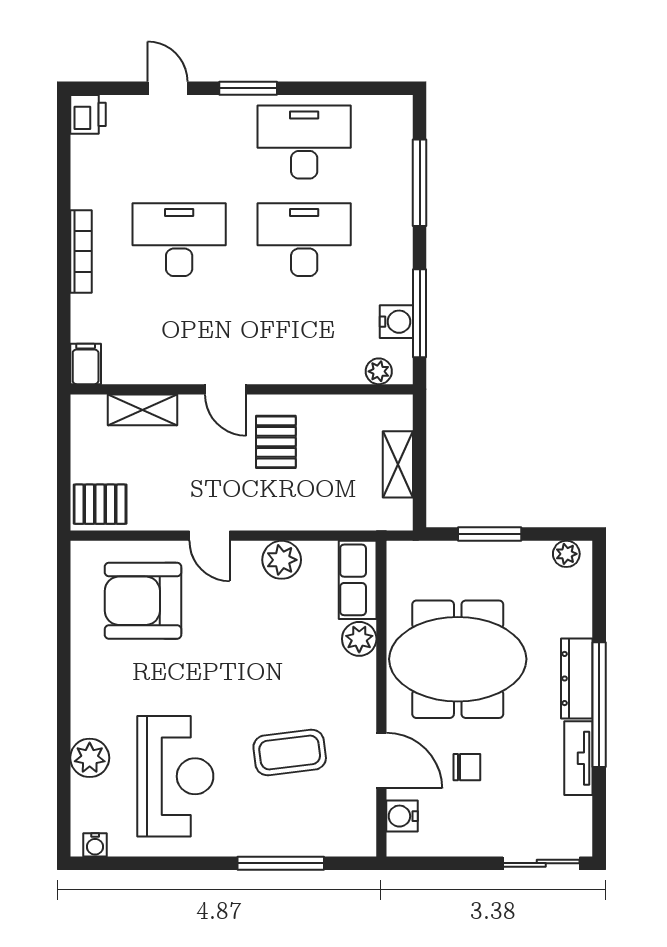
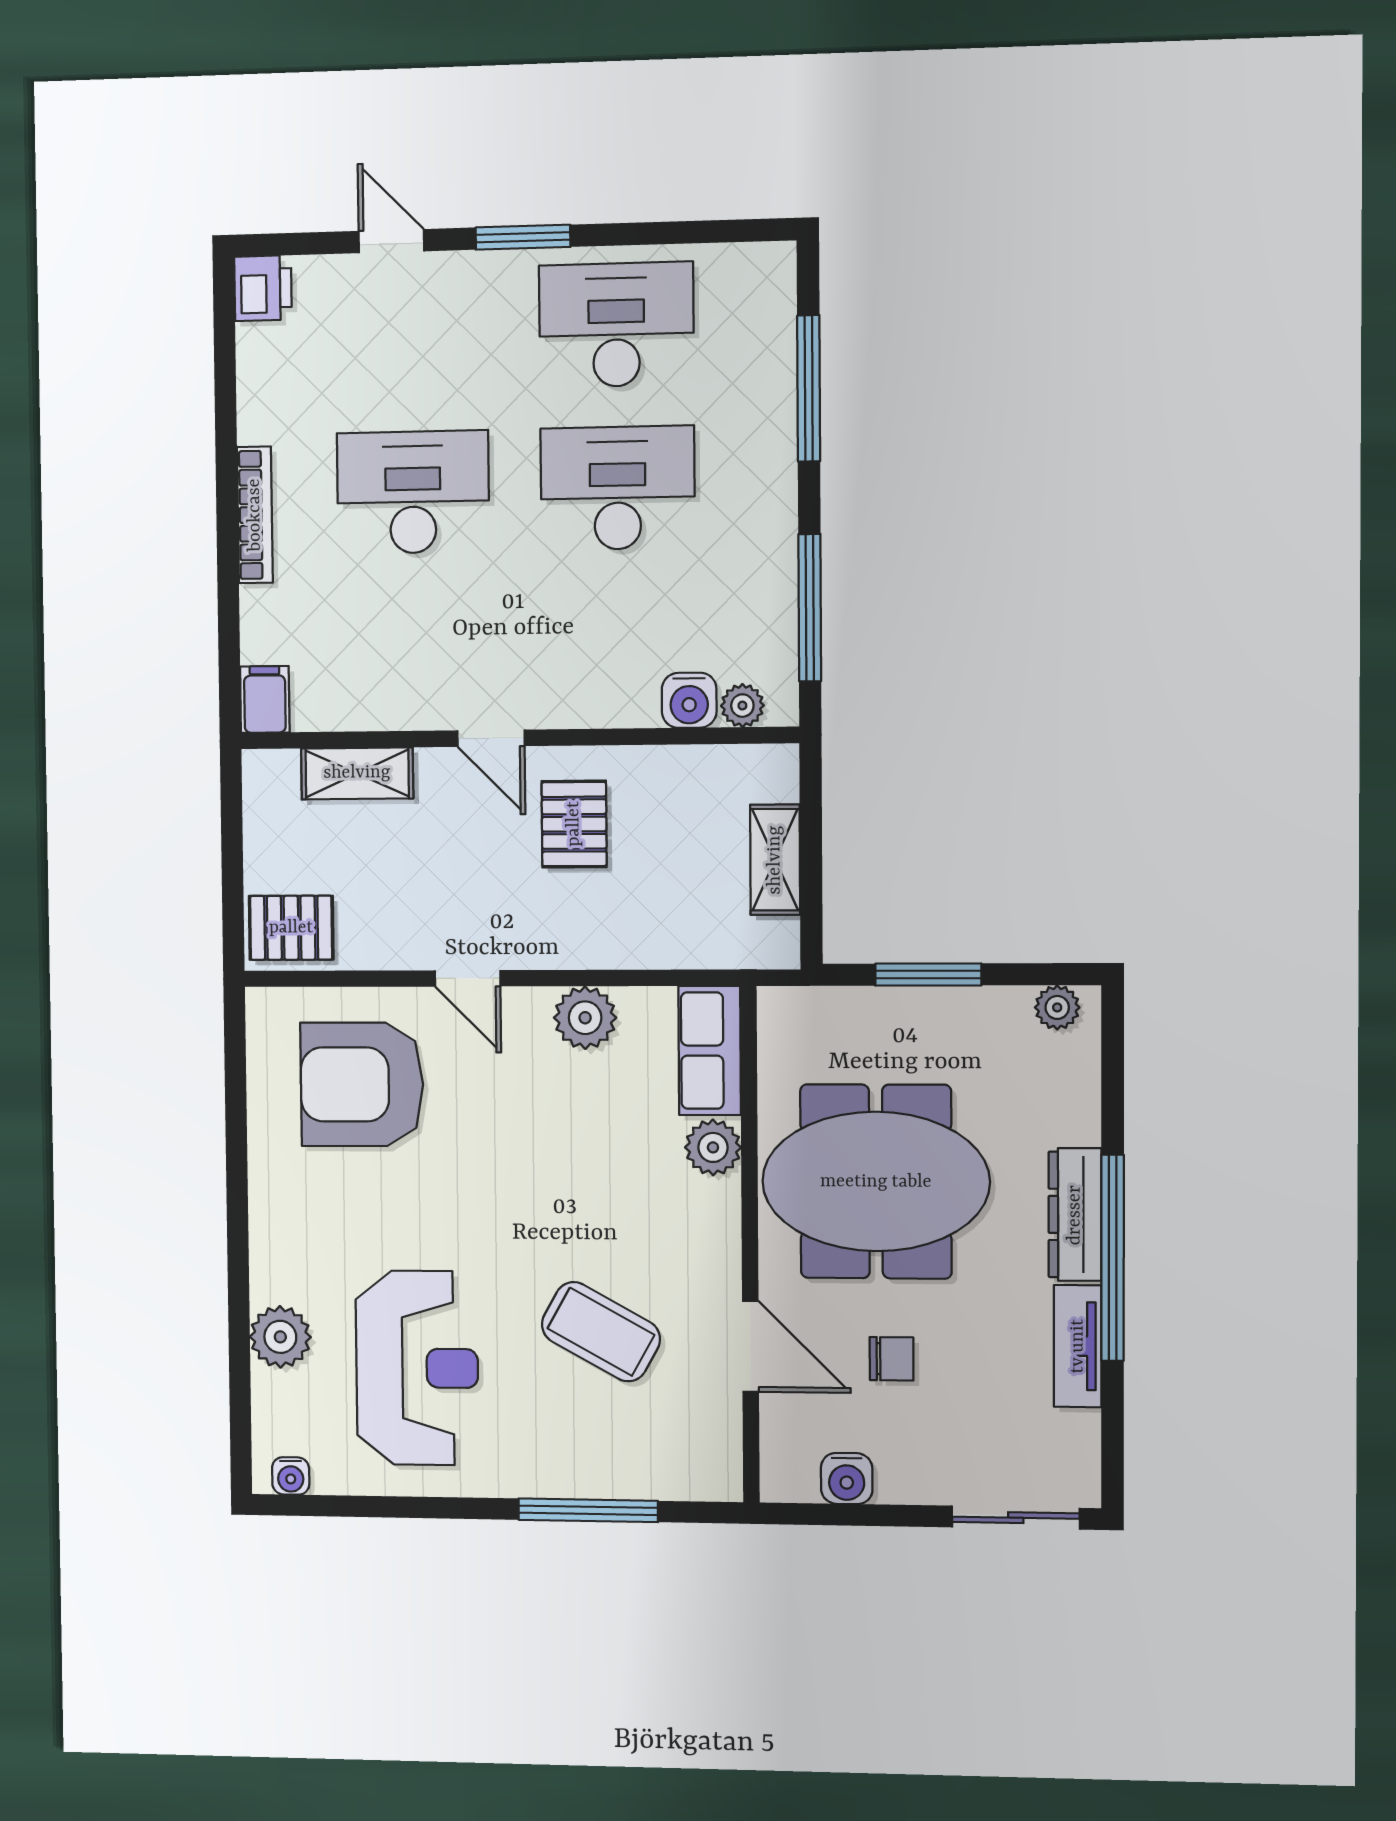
water cooler: (396, 322) -> (689, 700), moved, turned 90
coffee table: (290, 752) -> (601, 1332), turned 36
water cooler: (402, 816) -> (847, 1479), moved, turned -90

